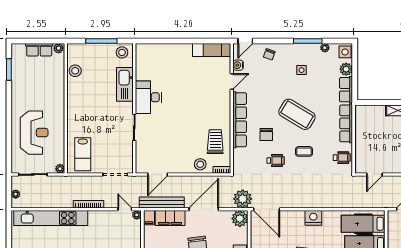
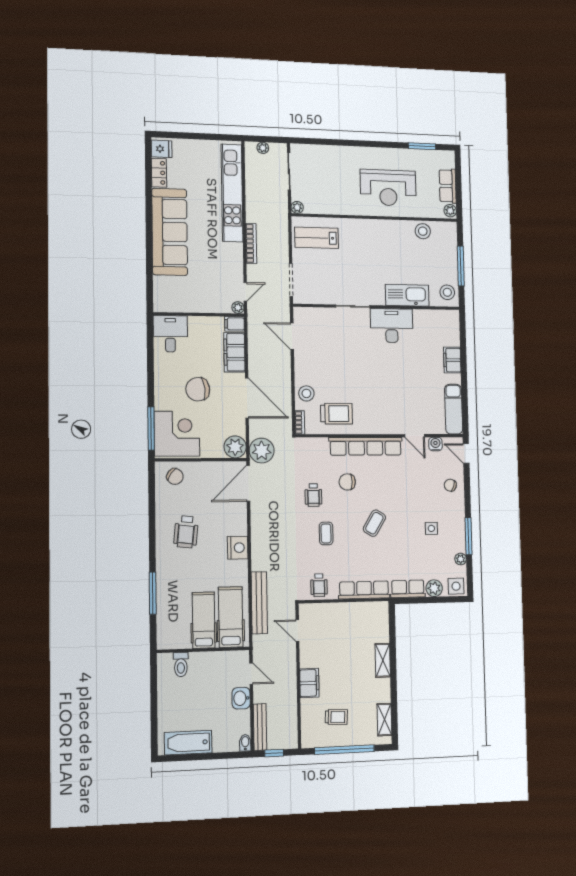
filing cabinet: (174, 50) -> (452, 360), added
coffee table: (297, 114) -> (374, 523), width x0.54, depth x0.58
reception desk: (34, 133) -> (388, 188), moved
bench: (162, 203) -> (259, 603), moved

